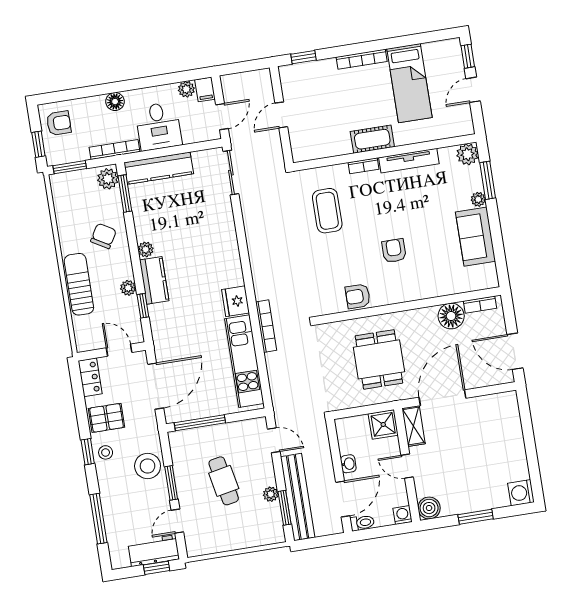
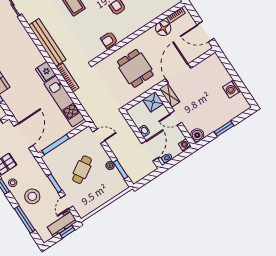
stool: (148, 466) -> (32, 196), moved
cafe table: (224, 481) -> (82, 170), turned 69
washing machine: (521, 493) -> (232, 89), moved
bench: (298, 497) -> (47, 42), moved

